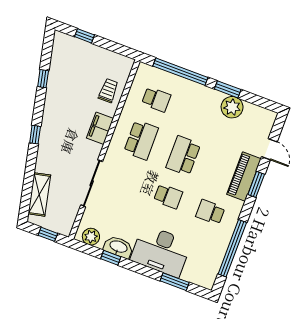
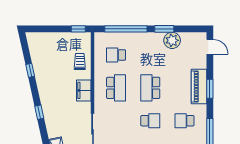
window: (84, 36) -> (78, 29), moved
school desk: (156, 99) -> (116, 55), turned 180
door: (269, 149) -> (210, 47), moved

